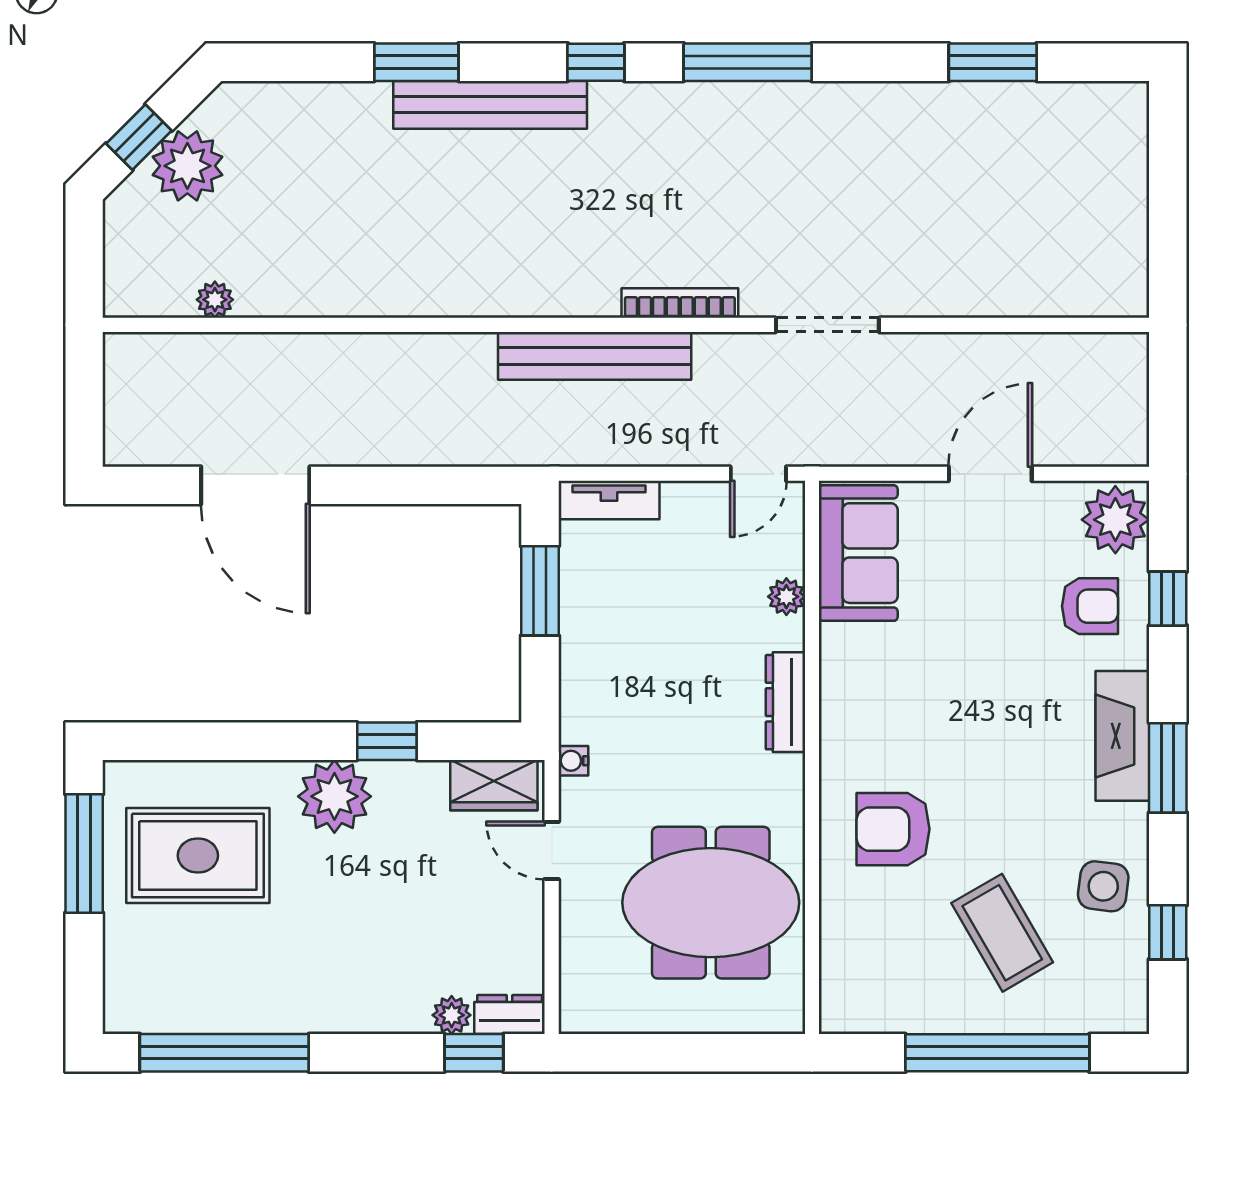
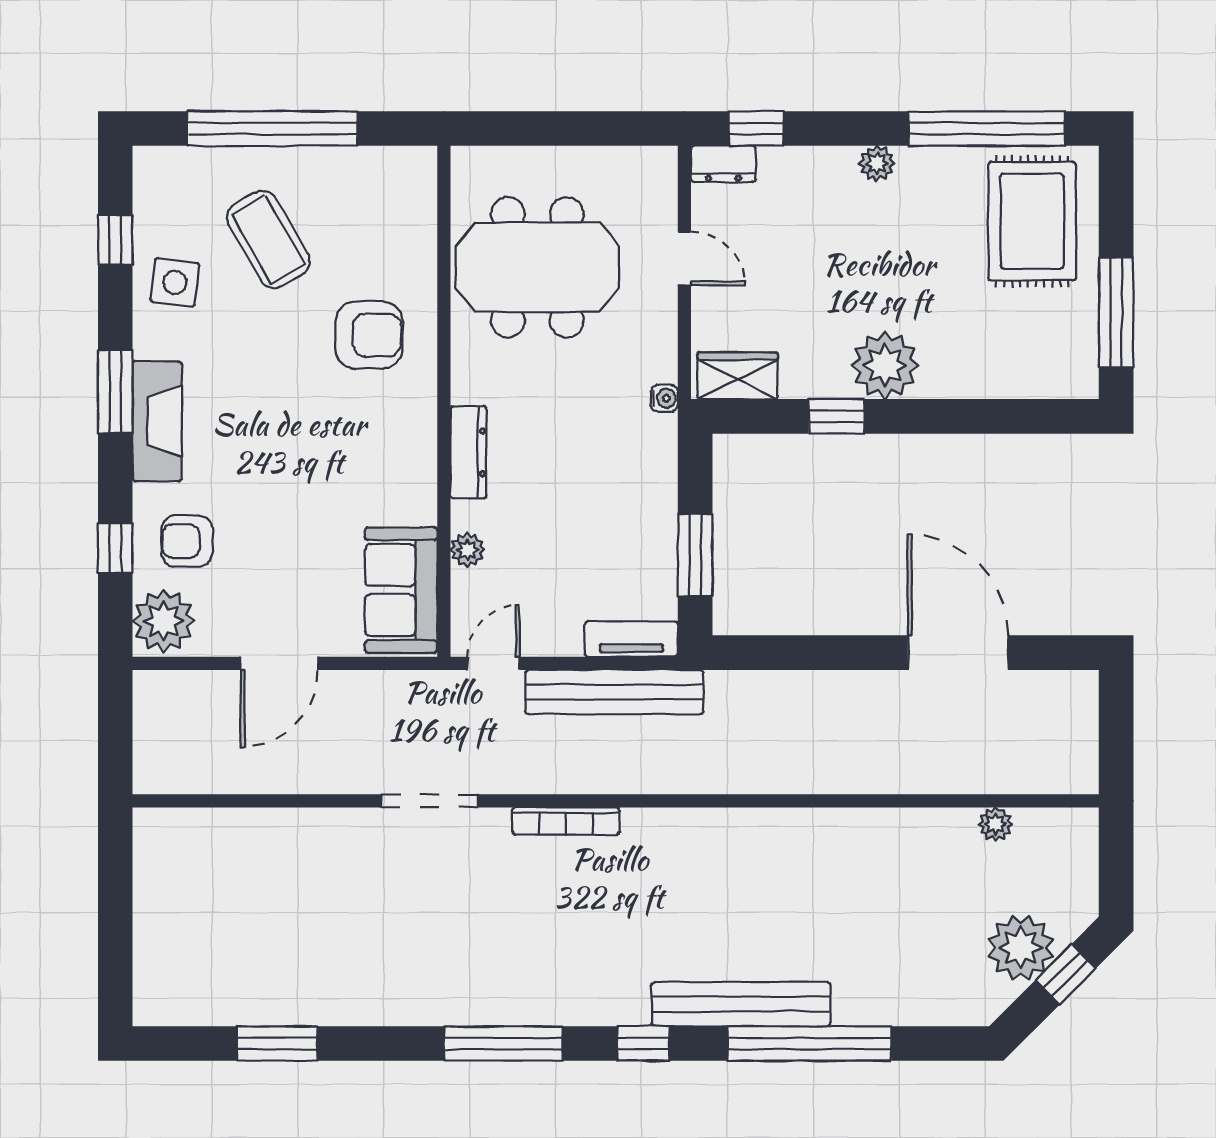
window: (416, 62) -> (809, 1044), width x2.11
bench: (595, 356) -> (614, 692), moved
door: (552, 851) -> (684, 258), moved
rug: (198, 856) -> (1032, 221), moved, turned 90
plant: (452, 1015) -> (877, 163), moved

